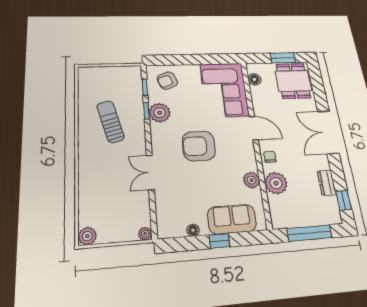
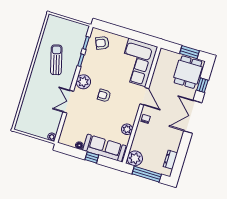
floor lamp: (254, 79) -> (161, 62), removed
plant: (160, 113) -> (83, 82), moved
armchair: (199, 146) -> (104, 96), width x0.53, depth x0.53
plant: (276, 183) -> (135, 158), moved
dresser: (327, 183) -> (170, 160), moved
window: (344, 200) -> (202, 85), moved
sofa: (232, 219) -> (104, 148), width x1.36
plant: (87, 236) -> (20, 126), removed

